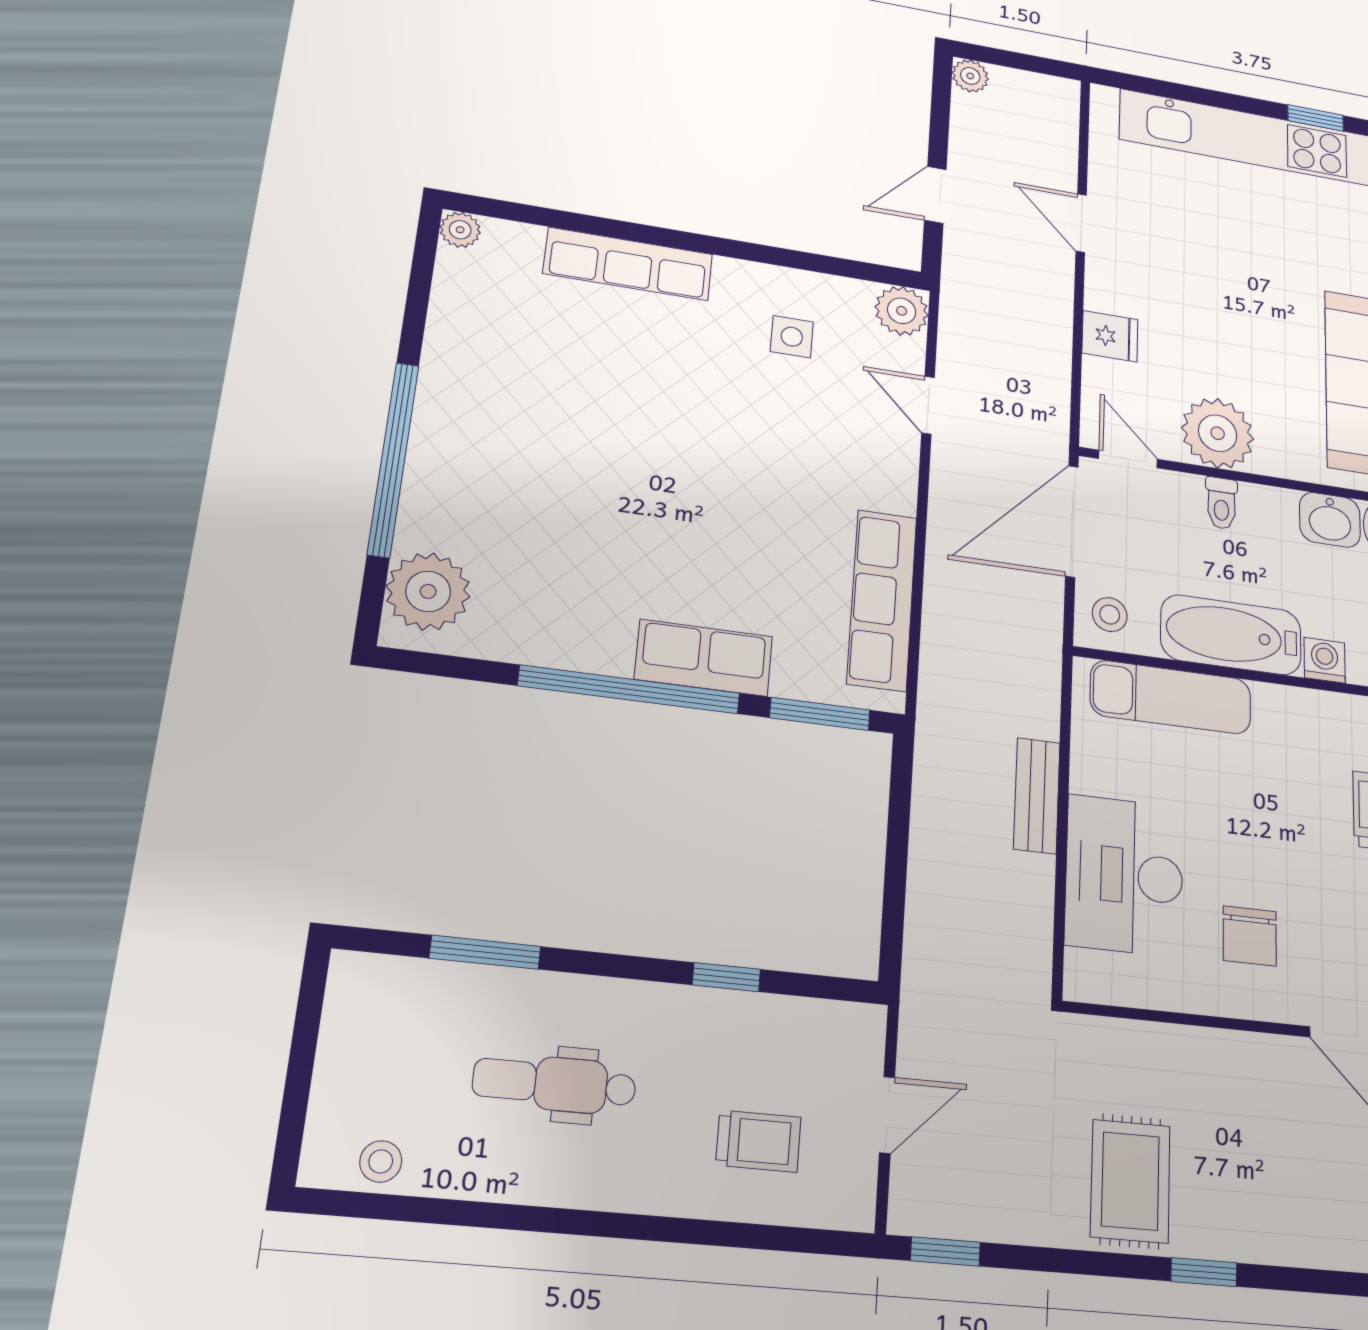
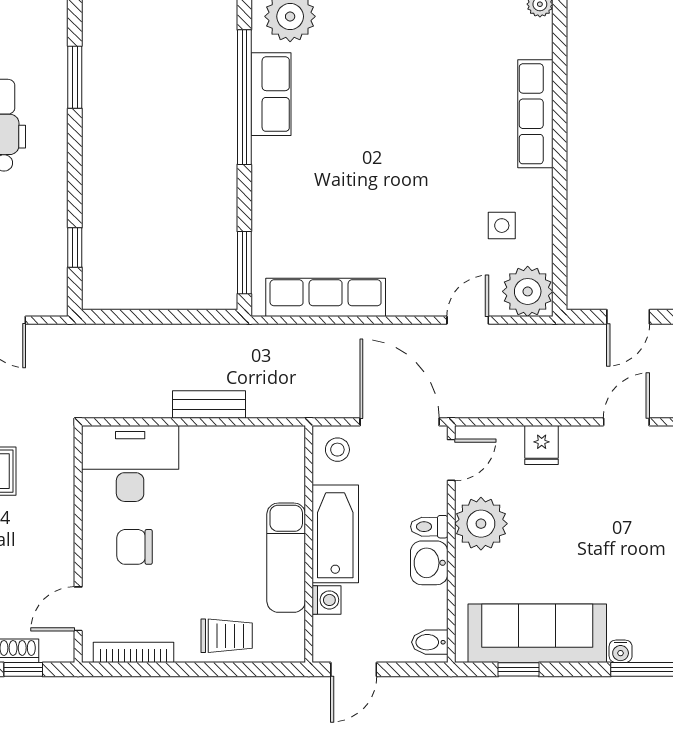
door: (935, 195) -> (628, 317), swing flipped
plant: (902, 311) -> (528, 291), width x1.36, depth x1.36
washbasin: (1330, 520) -> (429, 563), moved
row of seats: (704, 658) -> (271, 94), moved
window: (630, 690) -> (244, 97), moved
exam couch: (1171, 697) -> (286, 558), moved
desk: (1124, 875) -> (130, 463), moved
window: (726, 977) -> (75, 247), moved

